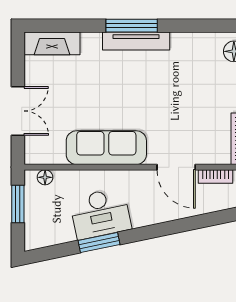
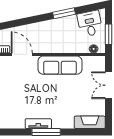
tv unit: (136, 41) -> (38, 124), width x0.71
desk: (100, 214) -> (90, 23), moved, width x0.73

